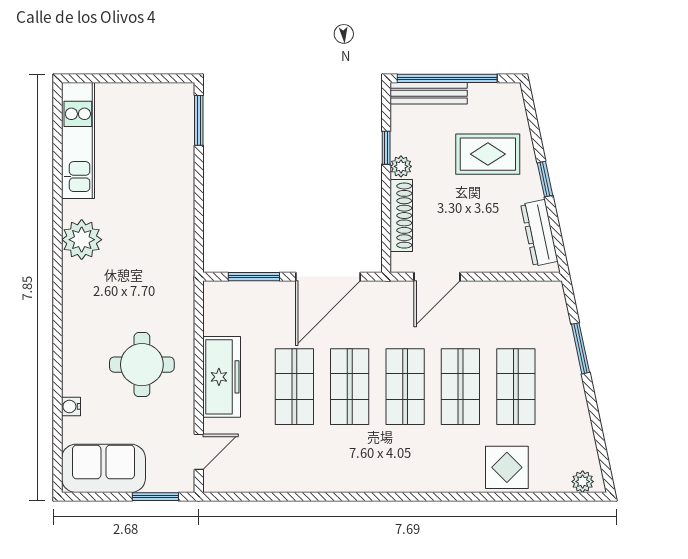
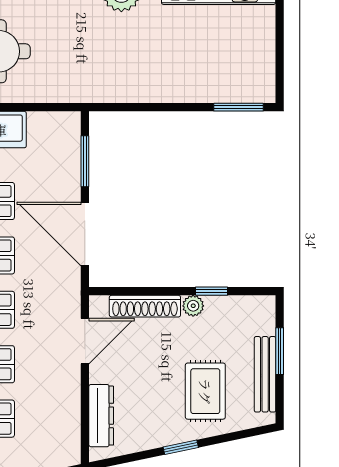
window: (447, 78) -> (280, 351), width x0.47
bench: (429, 93) -> (265, 374), moved
dresser: (539, 233) -> (101, 416), moved, turned 102
door: (437, 277) -> (85, 341), swing flipped

